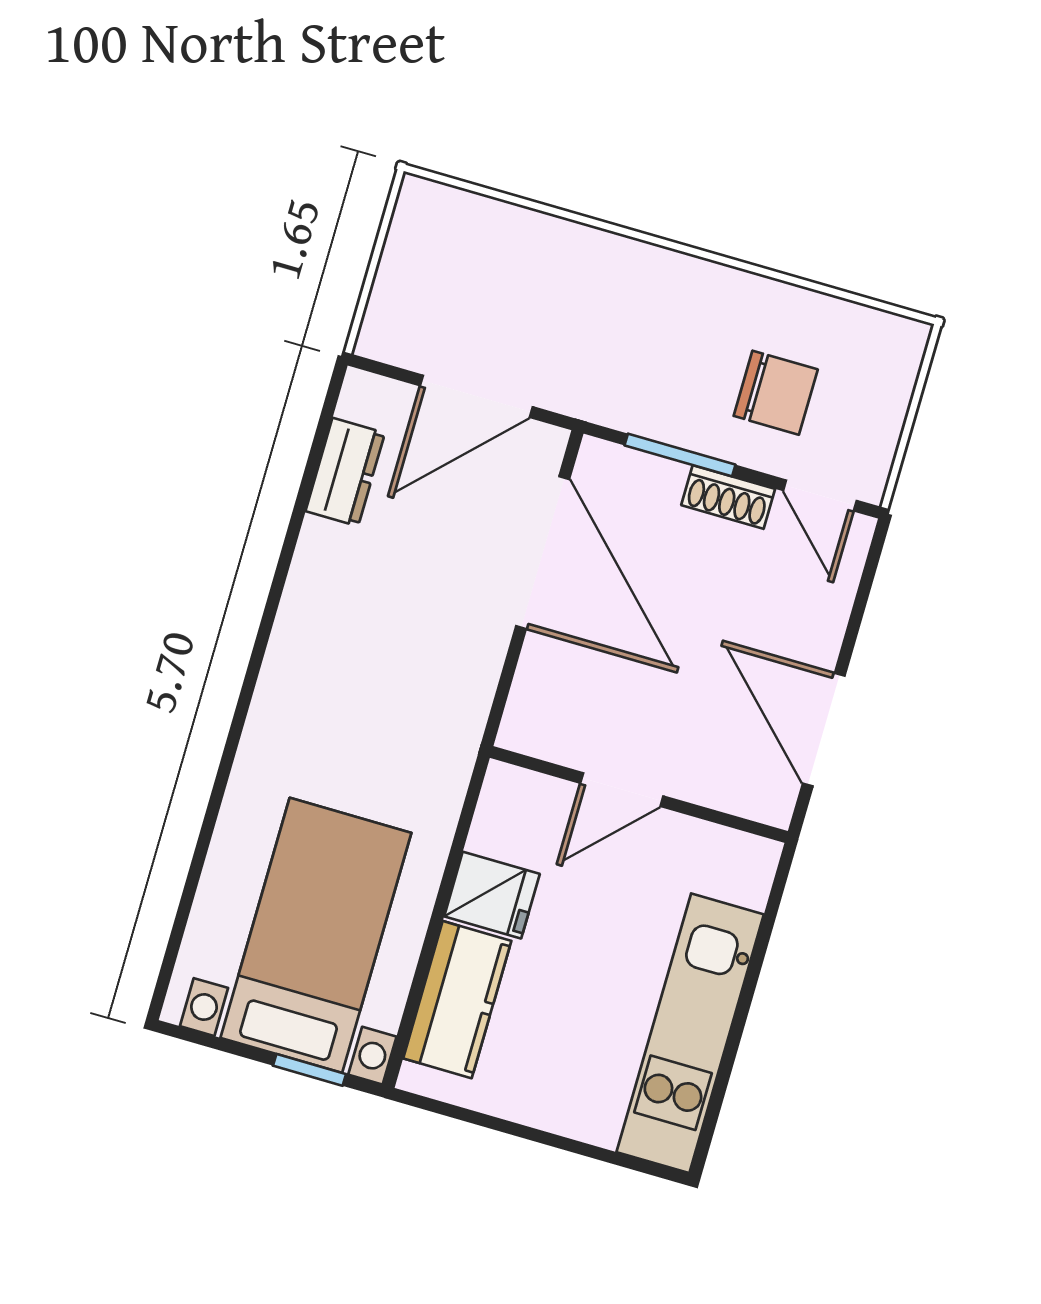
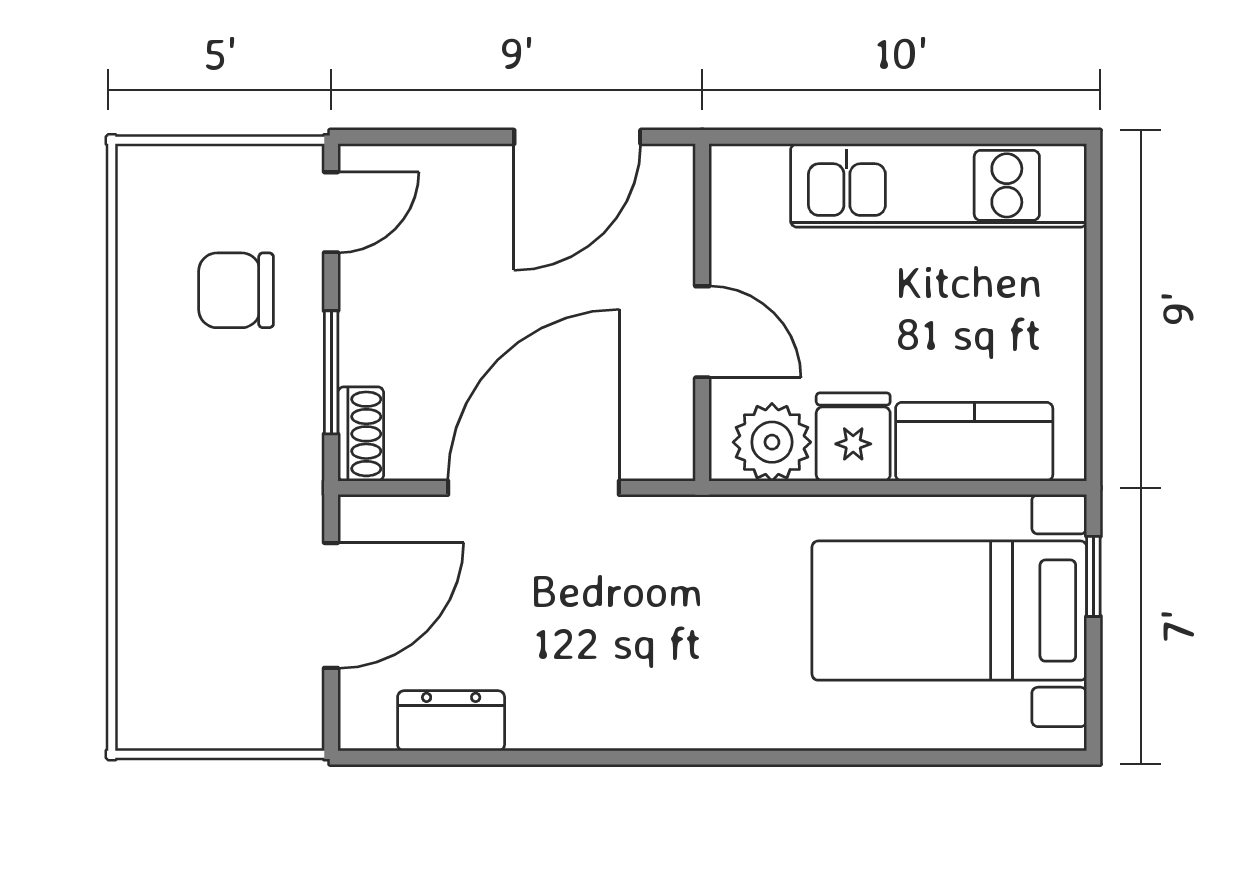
chair: (776, 393) -> (236, 290), turned -90
door: (476, 396) -> (331, 605), hinge flipped
shoe rack: (728, 497) -> (361, 434), moved
door: (543, 553) -> (534, 488), moved
plant: (508, 823) -> (772, 442), added

